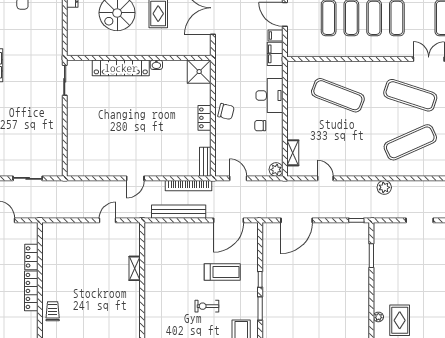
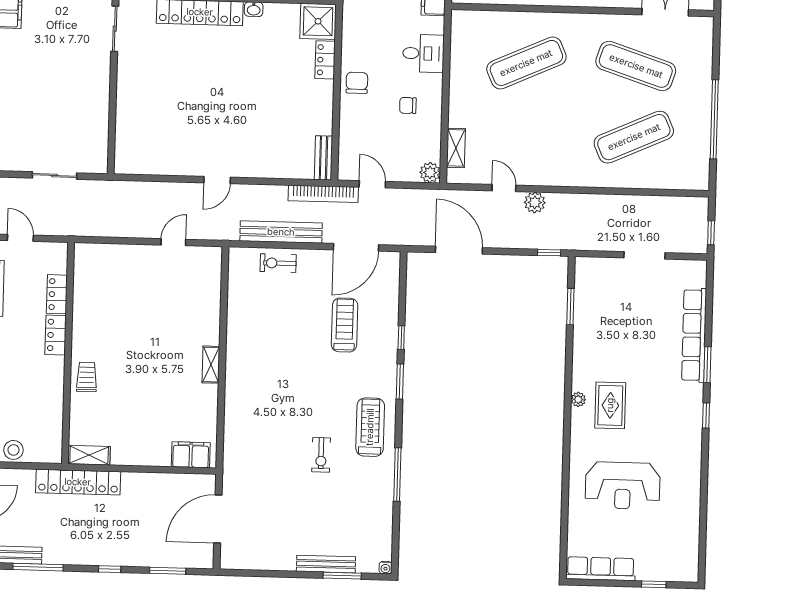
exercise mat: (338, 95) -> (526, 63), turned -45
desk: (270, 96) -> (423, 53), width x0.73
chair: (226, 112) -> (357, 83), turned -104
locker: (205, 118) -> (325, 60), moved
bookcase: (189, 186) -> (323, 194), moved
plant: (384, 187) -> (535, 202), moved
door: (297, 220) -> (459, 250), swing flipped
shelving: (135, 268) -> (211, 365), moved
treadmill: (222, 272) -> (345, 325), turned -90
locker: (31, 291) -> (56, 335), width x0.66
exercise bike: (207, 306) -> (278, 263), moved

